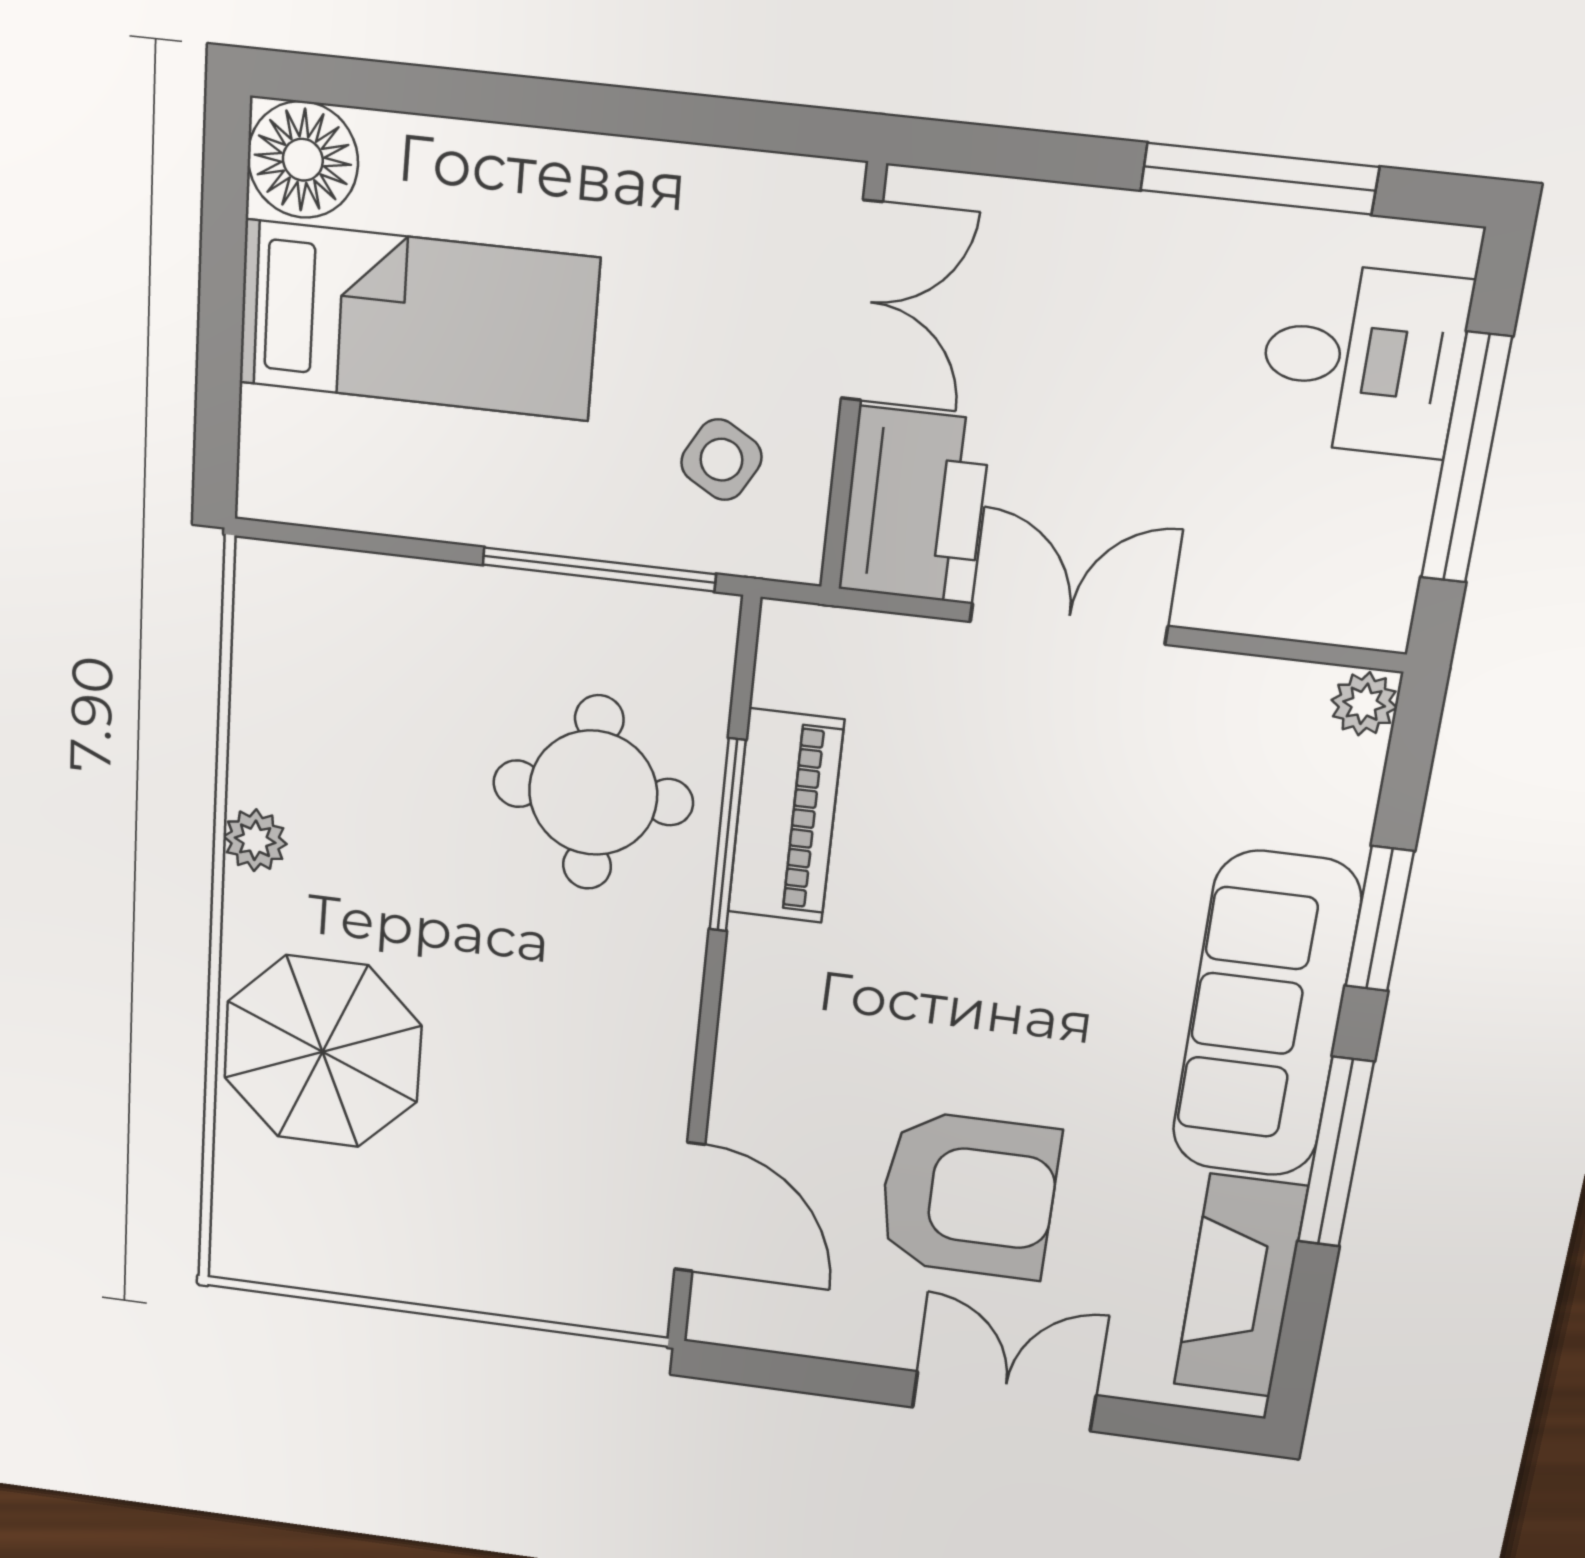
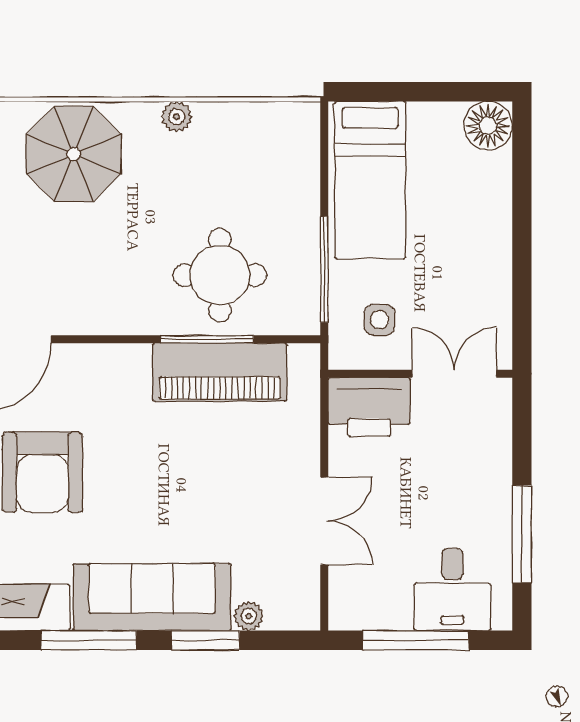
double door: (862, 301) -> (454, 374), swing flipped
bed: (418, 320) -> (370, 180), moved
side table: (721, 460) -> (379, 320), turned -30
double door: (1069, 624) -> (324, 521), moved
plant: (1364, 704) -> (249, 616), moved
piano: (785, 816) -> (220, 372), width x1.37, depth x1.33

